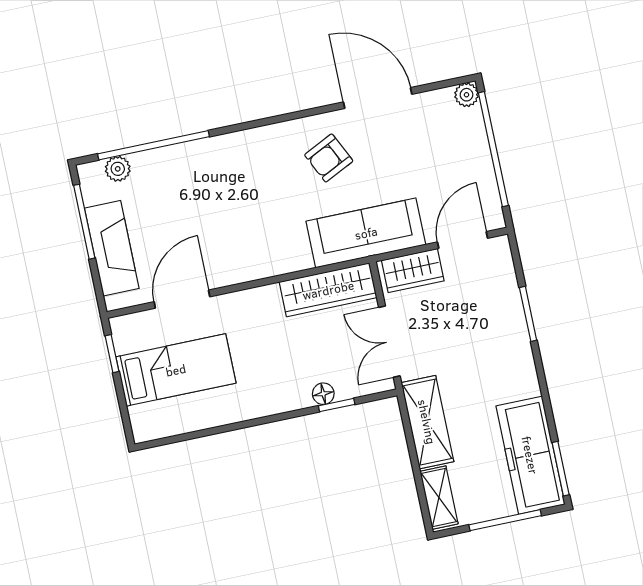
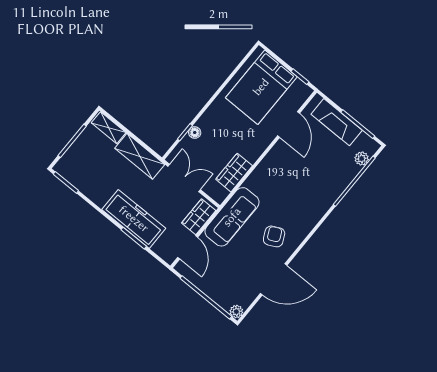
wardrobe: (328, 290) -> (234, 173), width x0.67
bed: (176, 370) -> (261, 87), width x1.50
freezer: (530, 455) -> (134, 219), moved

